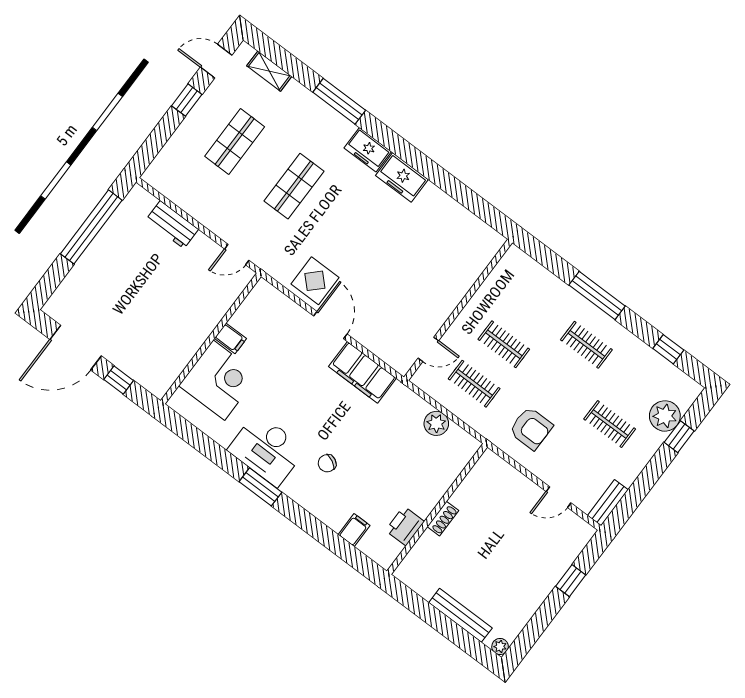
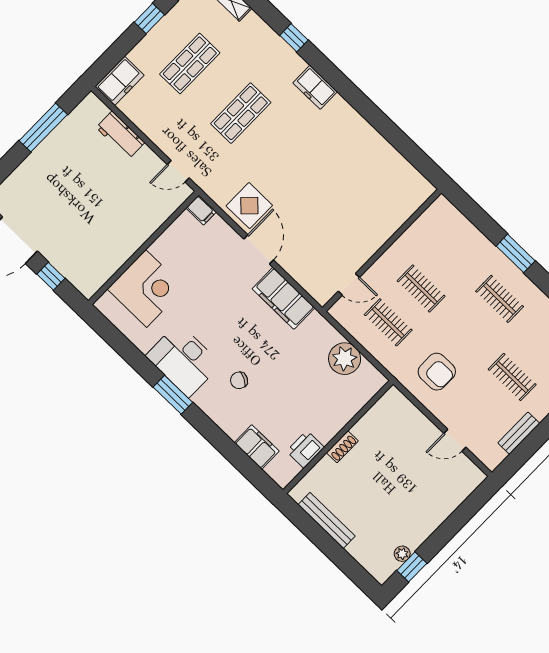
window: (339, 101) -> (294, 38), width x0.46
freezer: (402, 177) -> (119, 81), moved, turned -90
window: (91, 227) -> (43, 128), width x0.68
window: (597, 296) -> (516, 253), width x0.69
filing cabinet: (230, 338) -> (201, 210), moved
plant: (436, 423) -> (345, 359), width x1.36, depth x1.36
bench: (608, 503) -> (519, 433), moved
filing cabinet: (354, 530) -> (257, 447), width x2.00
window: (571, 581) -> (412, 567), moved
bench: (460, 615) -> (327, 520), moved
plant: (500, 646) -> (402, 554), moved

